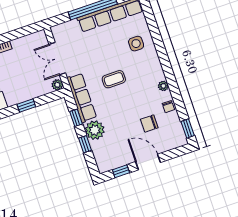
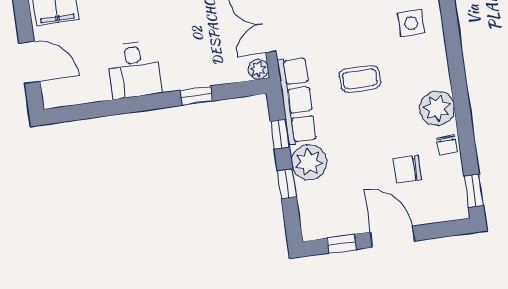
plant: (163, 86) -> (437, 108), width x1.88, depth x1.88

